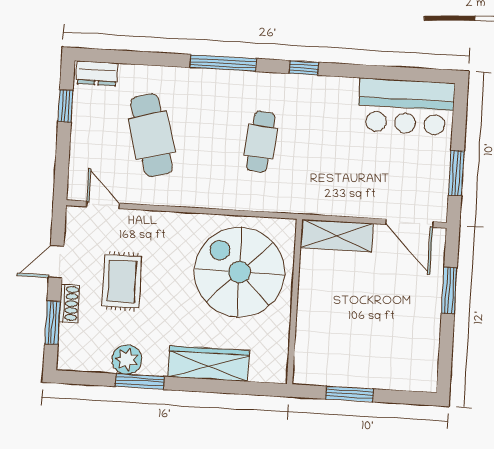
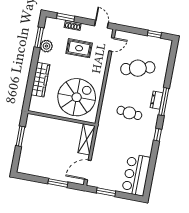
dresser: (97, 73) -> (157, 100), moved
door: (56, 262) -> (102, 24), moved
window: (140, 382) -> (39, 37), moved

